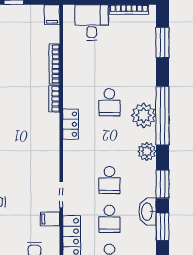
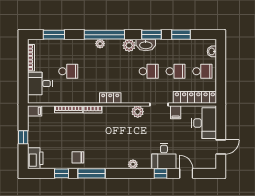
school desk: (109, 102) -> (68, 71), moved
plant: (144, 115) -> (100, 44), width x0.53, depth x0.53
plant: (51, 164) -> (138, 112), added
washbasin: (148, 212) -> (146, 45), moved

